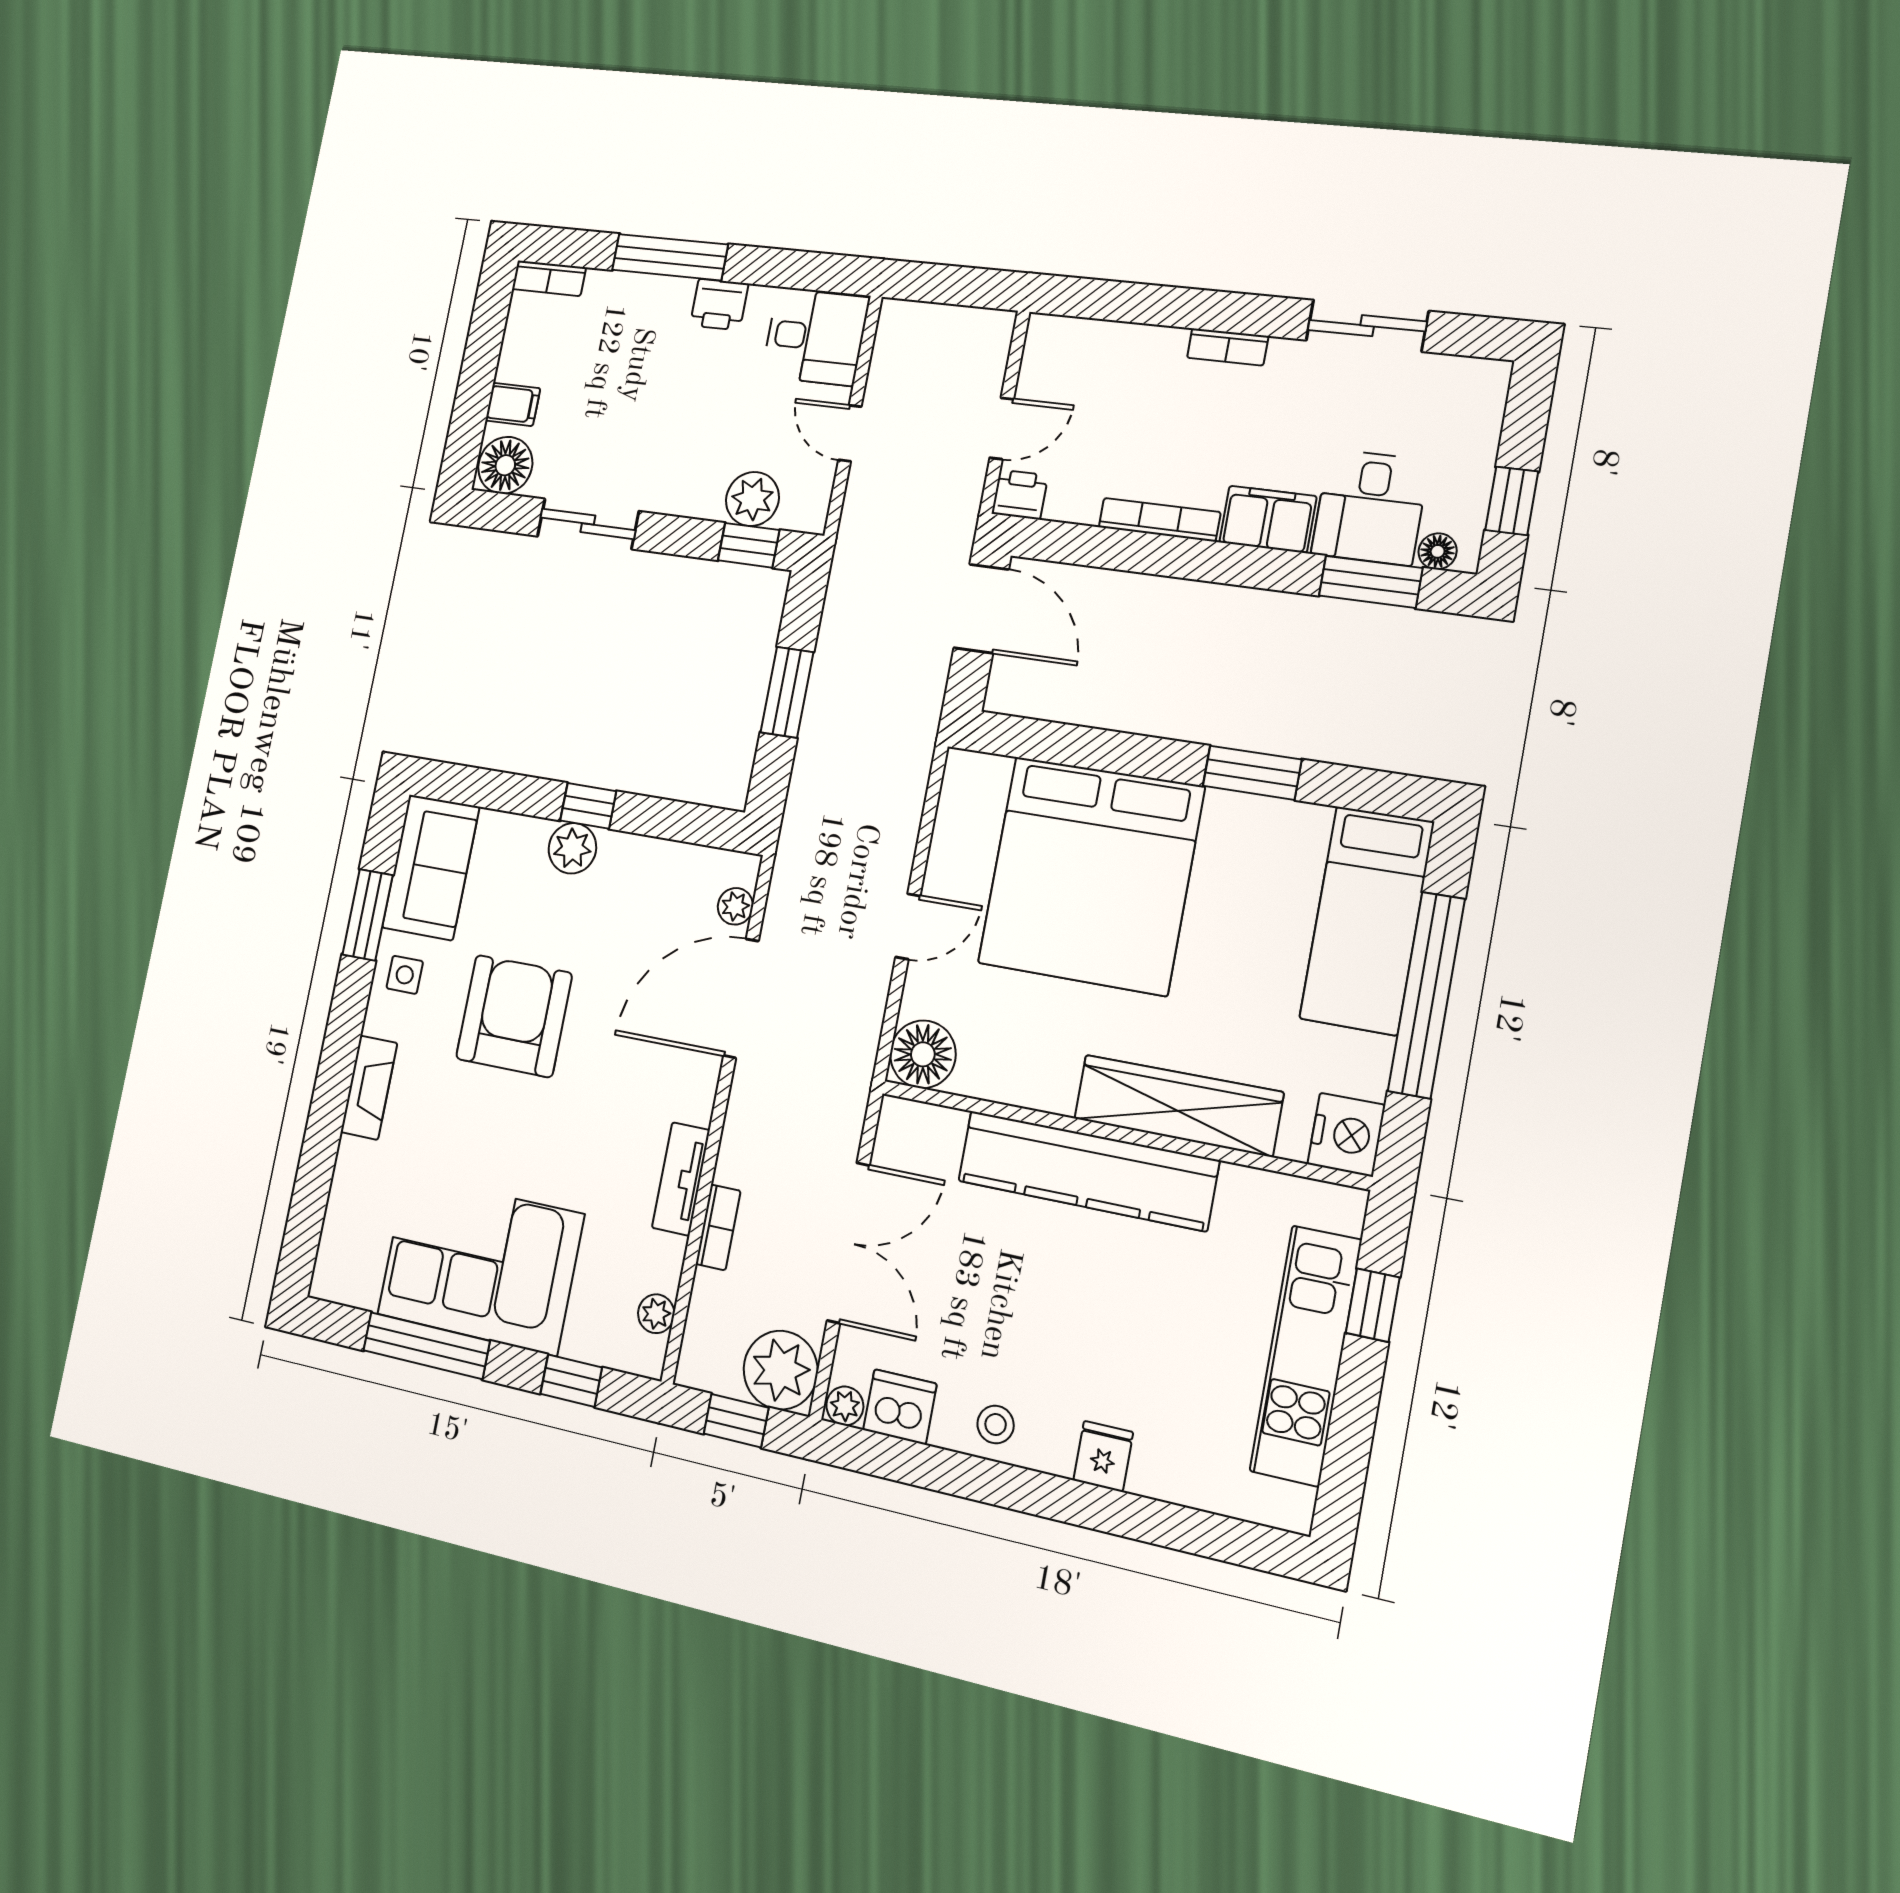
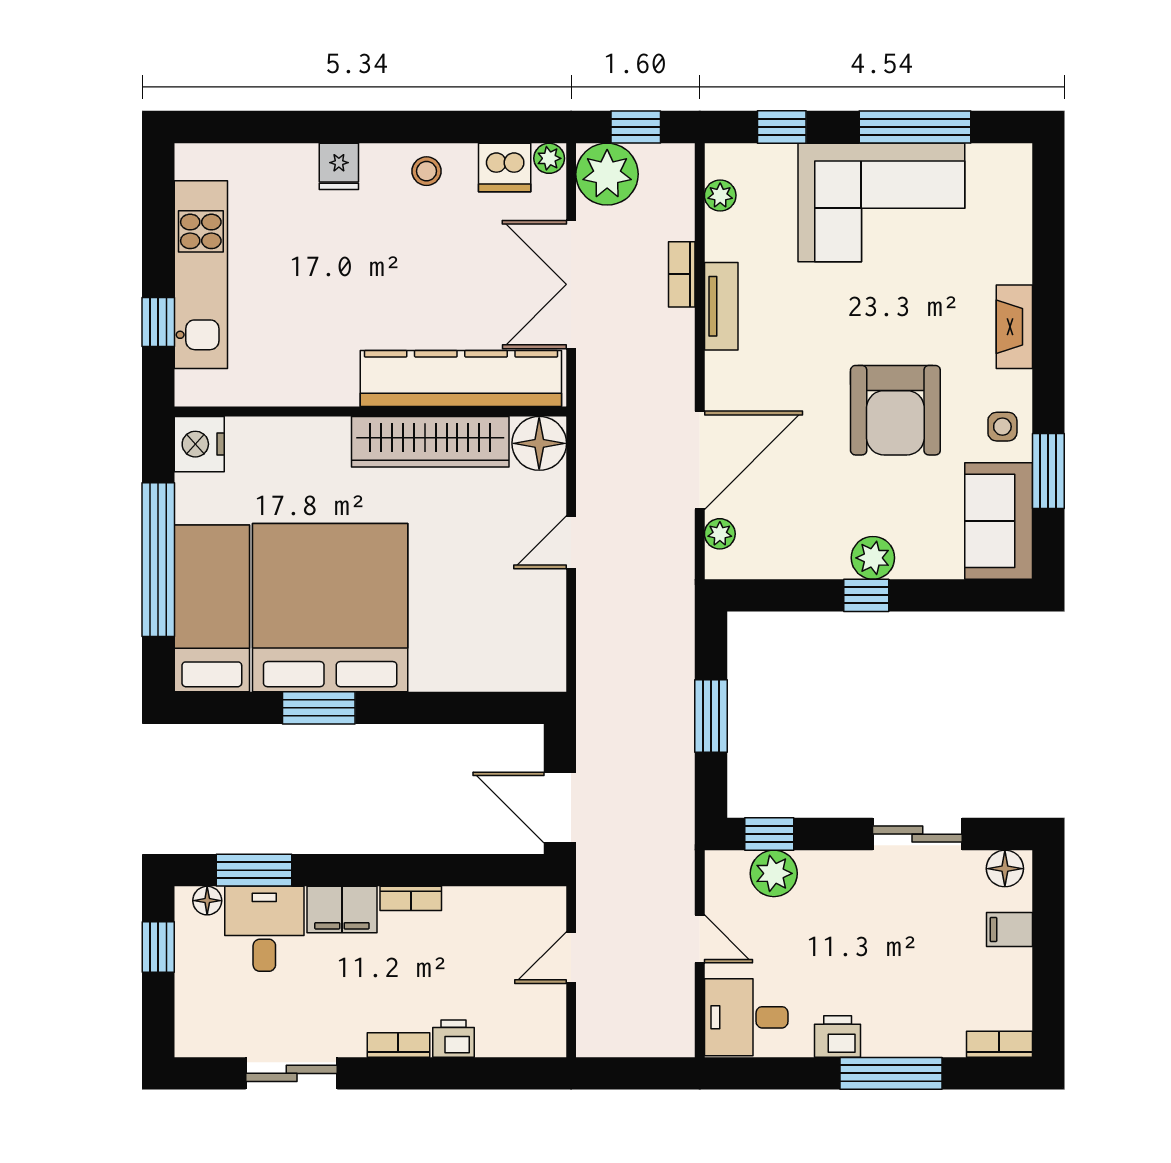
floor lamp: (505, 465) -> (1005, 869), width x0.73, depth x0.73
printer: (1020, 495) -> (453, 1039), moved, turned 180
bookcase: (1159, 520) -> (411, 898), width x0.64
bed: (1091, 875) -> (330, 608), moved
wardrobe: (1178, 1106) -> (430, 442), moved
kitchen counter: (1087, 1171) -> (461, 378), moved

